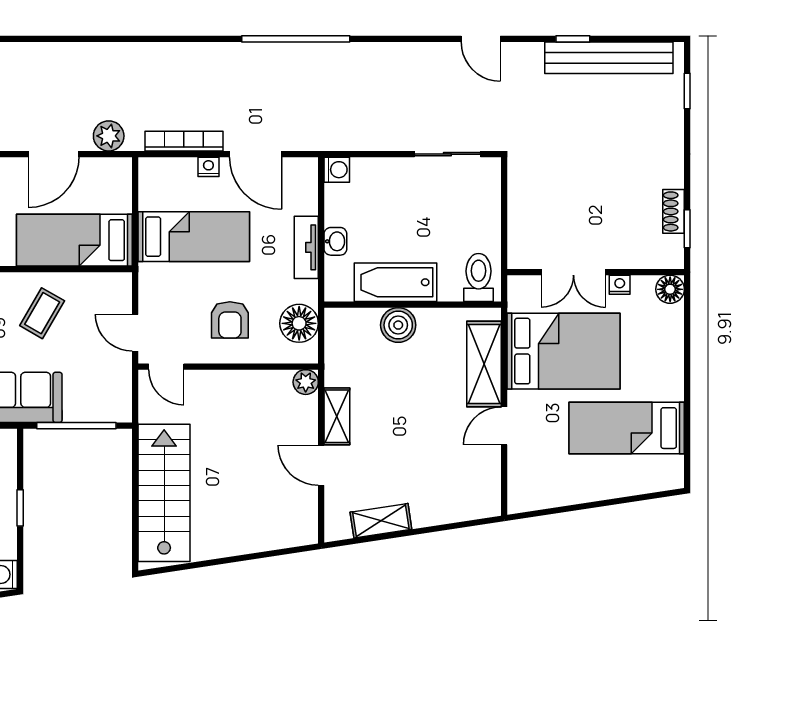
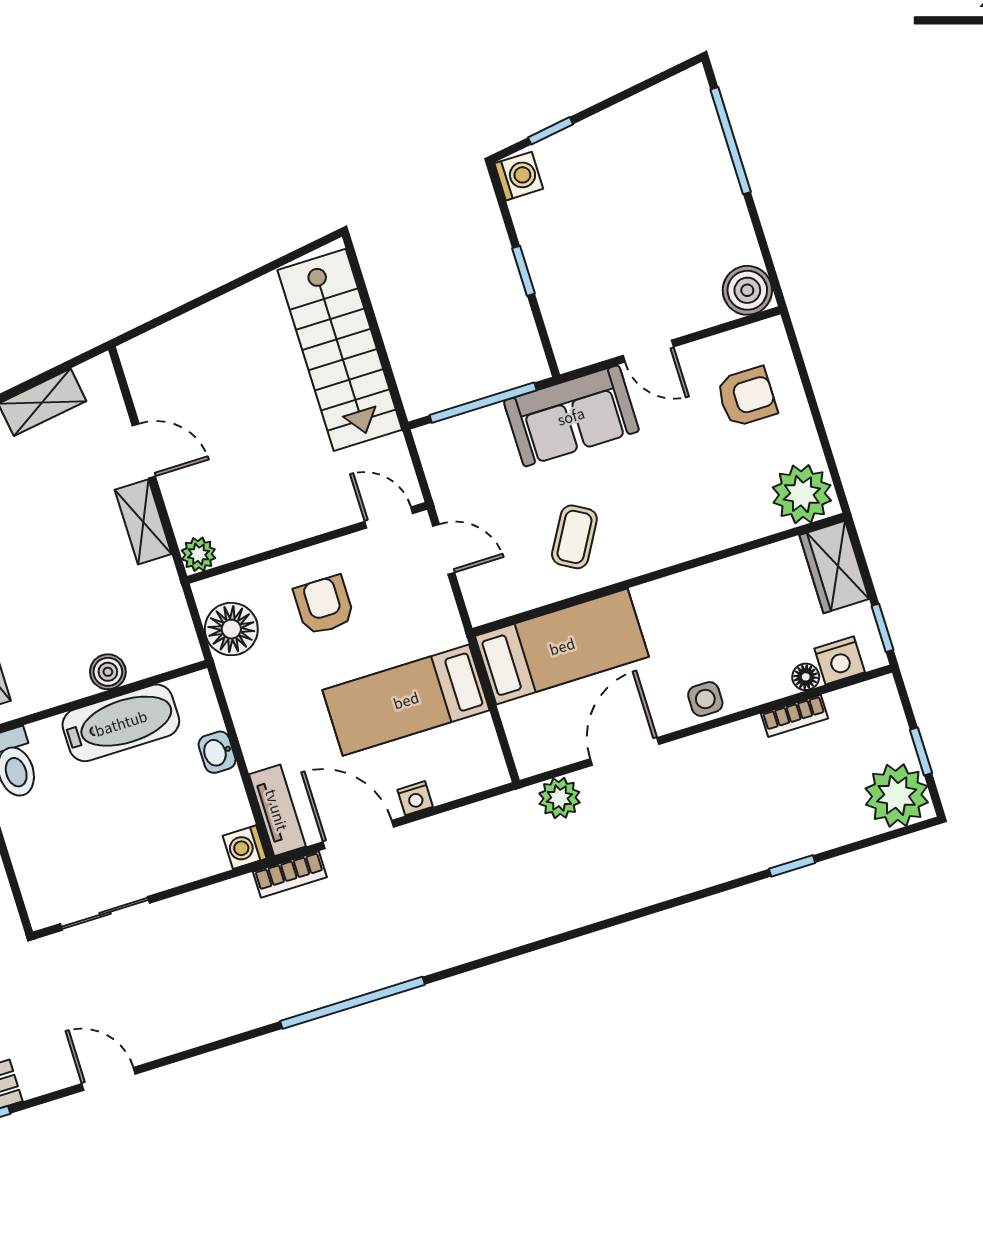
bookcase: (184, 141) -> (290, 874), moved, width x0.64
tv unit: (306, 247) -> (277, 810), moved
boiler: (398, 325) -> (108, 672), width x0.73, depth x0.73

